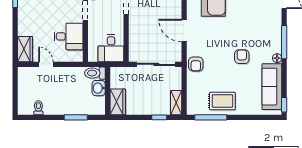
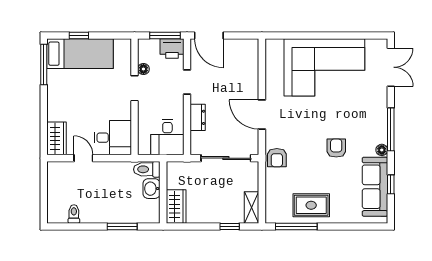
dresser: (134, 33) -> (198, 117), added
desk: (69, 36) -> (113, 138), moved
window: (284, 105) -> (391, 184), moved

